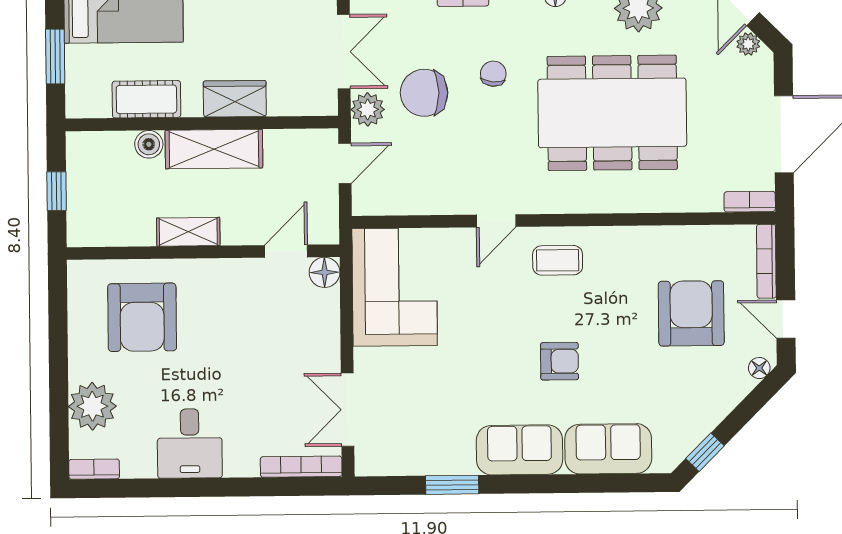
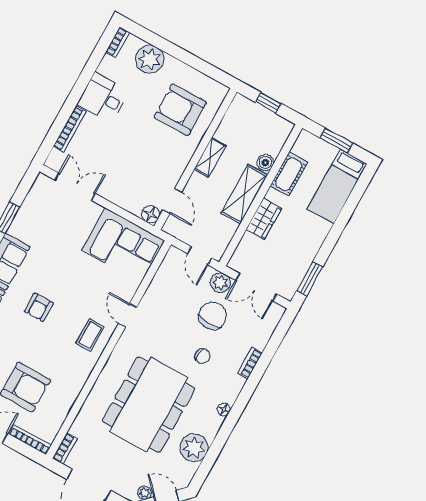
bookcase: (301, 467) -> (70, 129), moved

